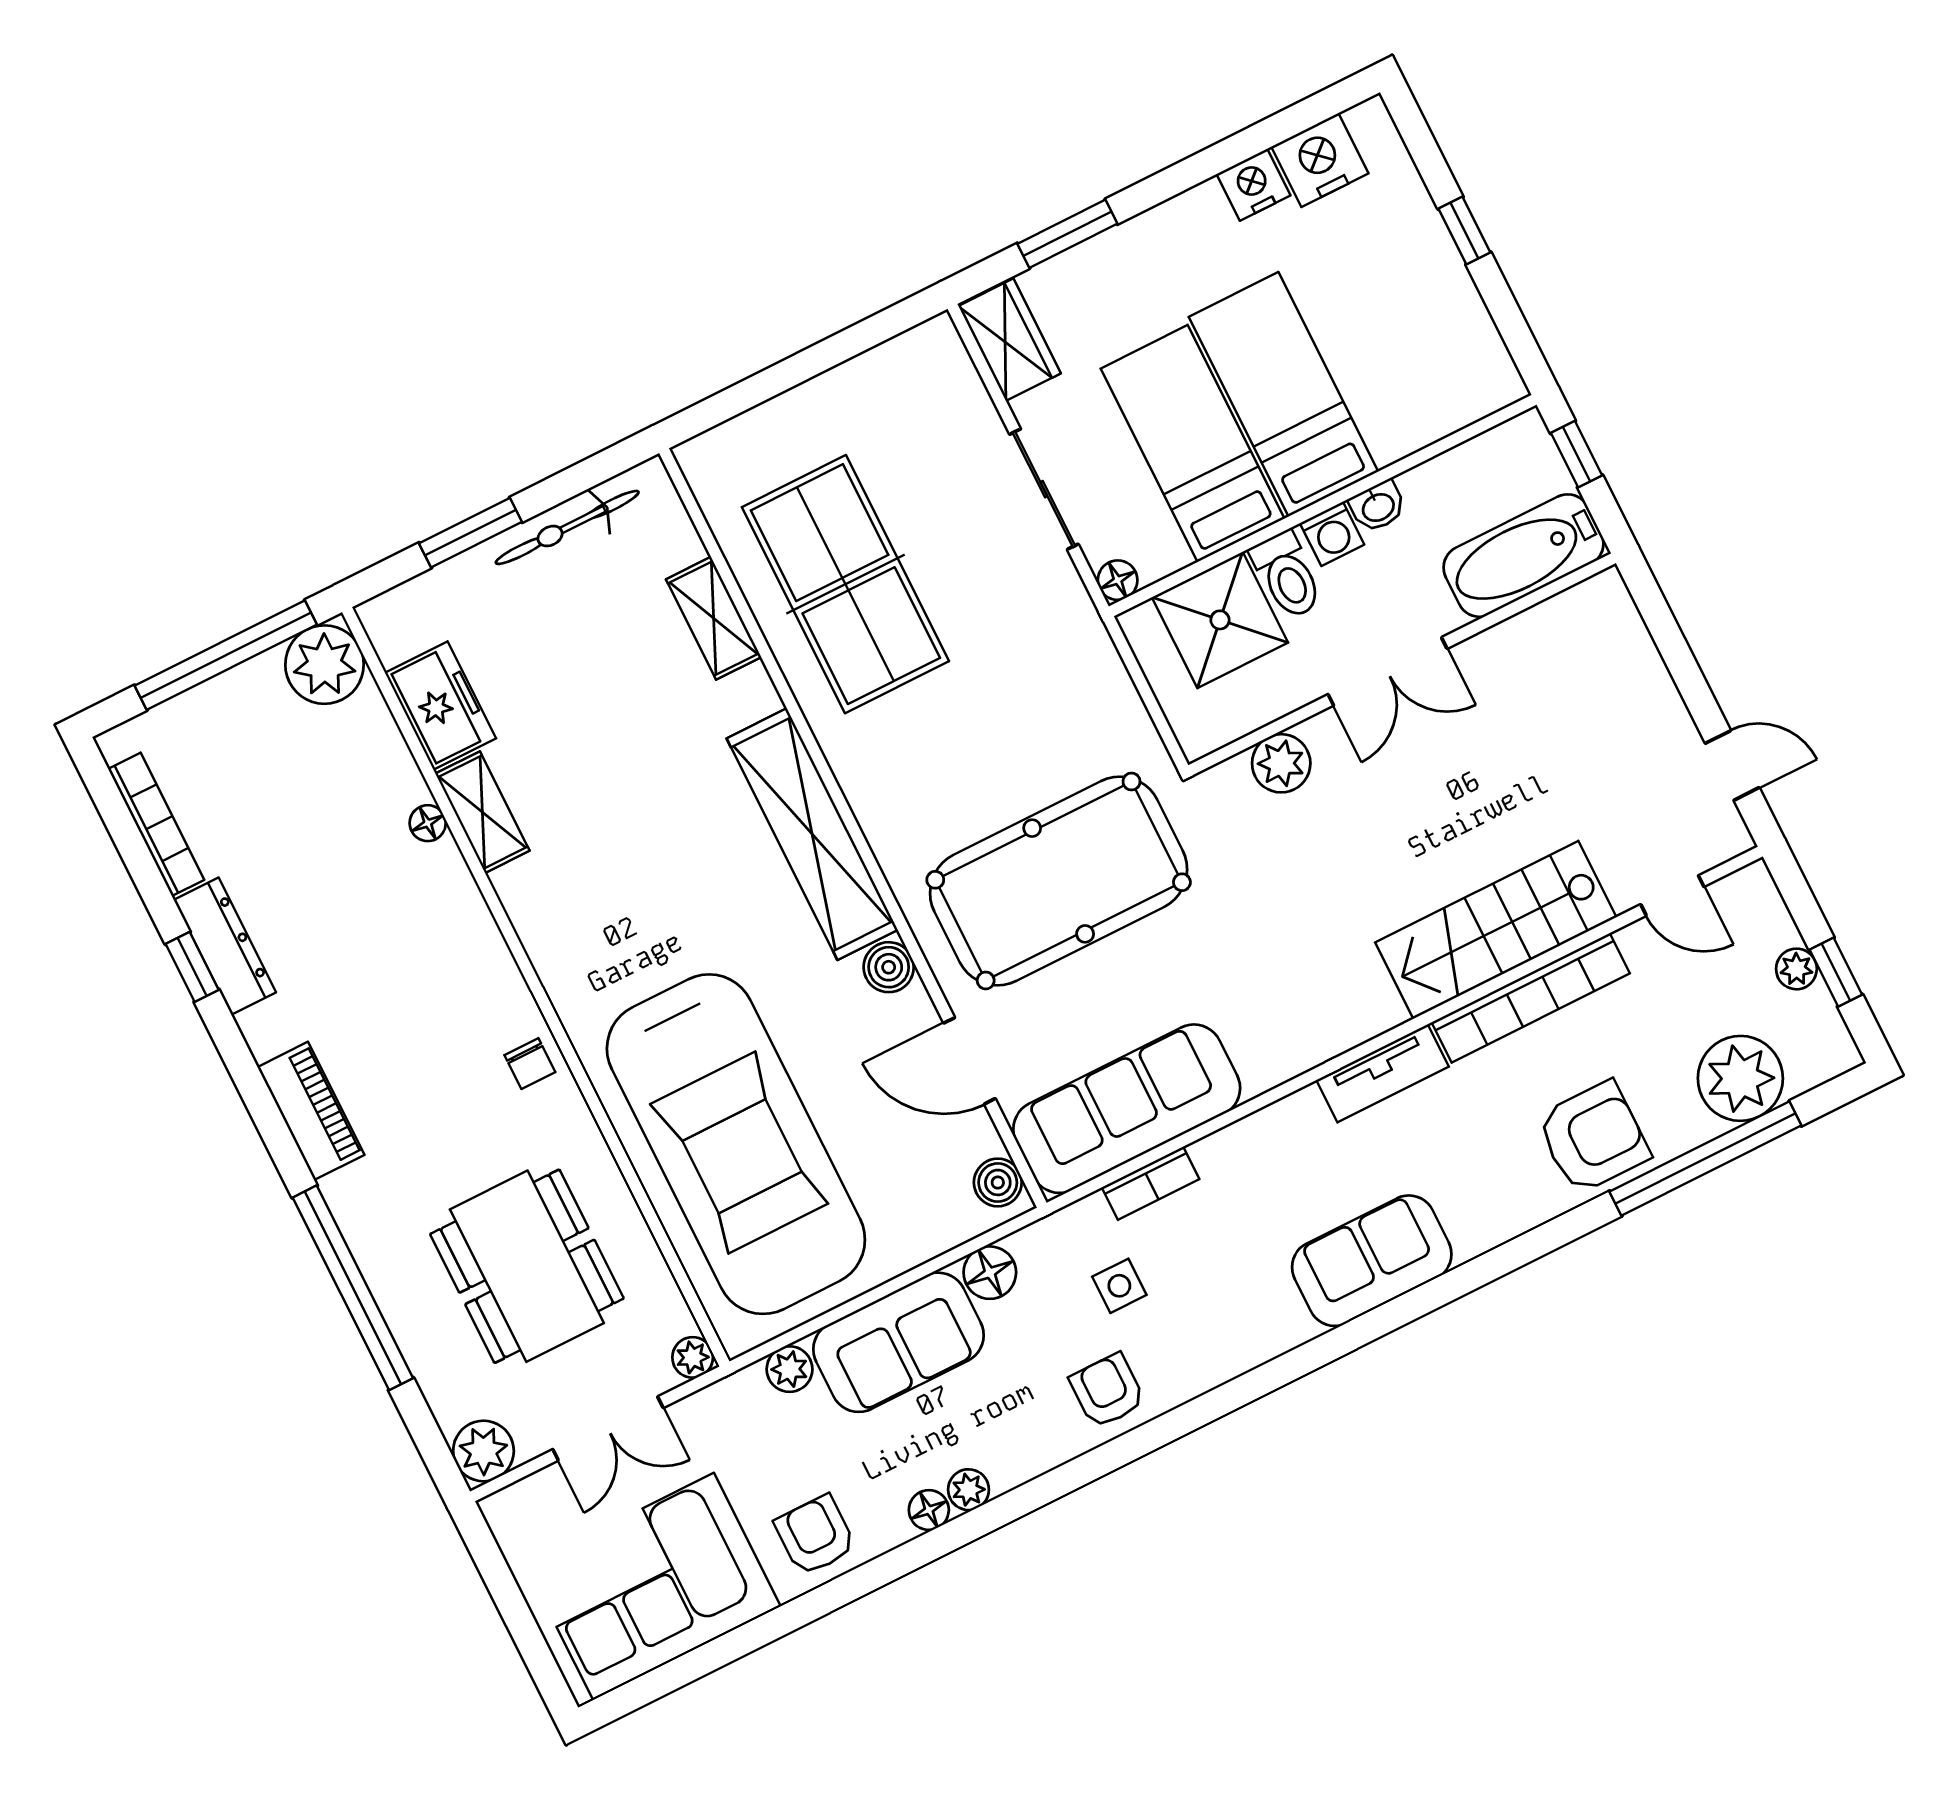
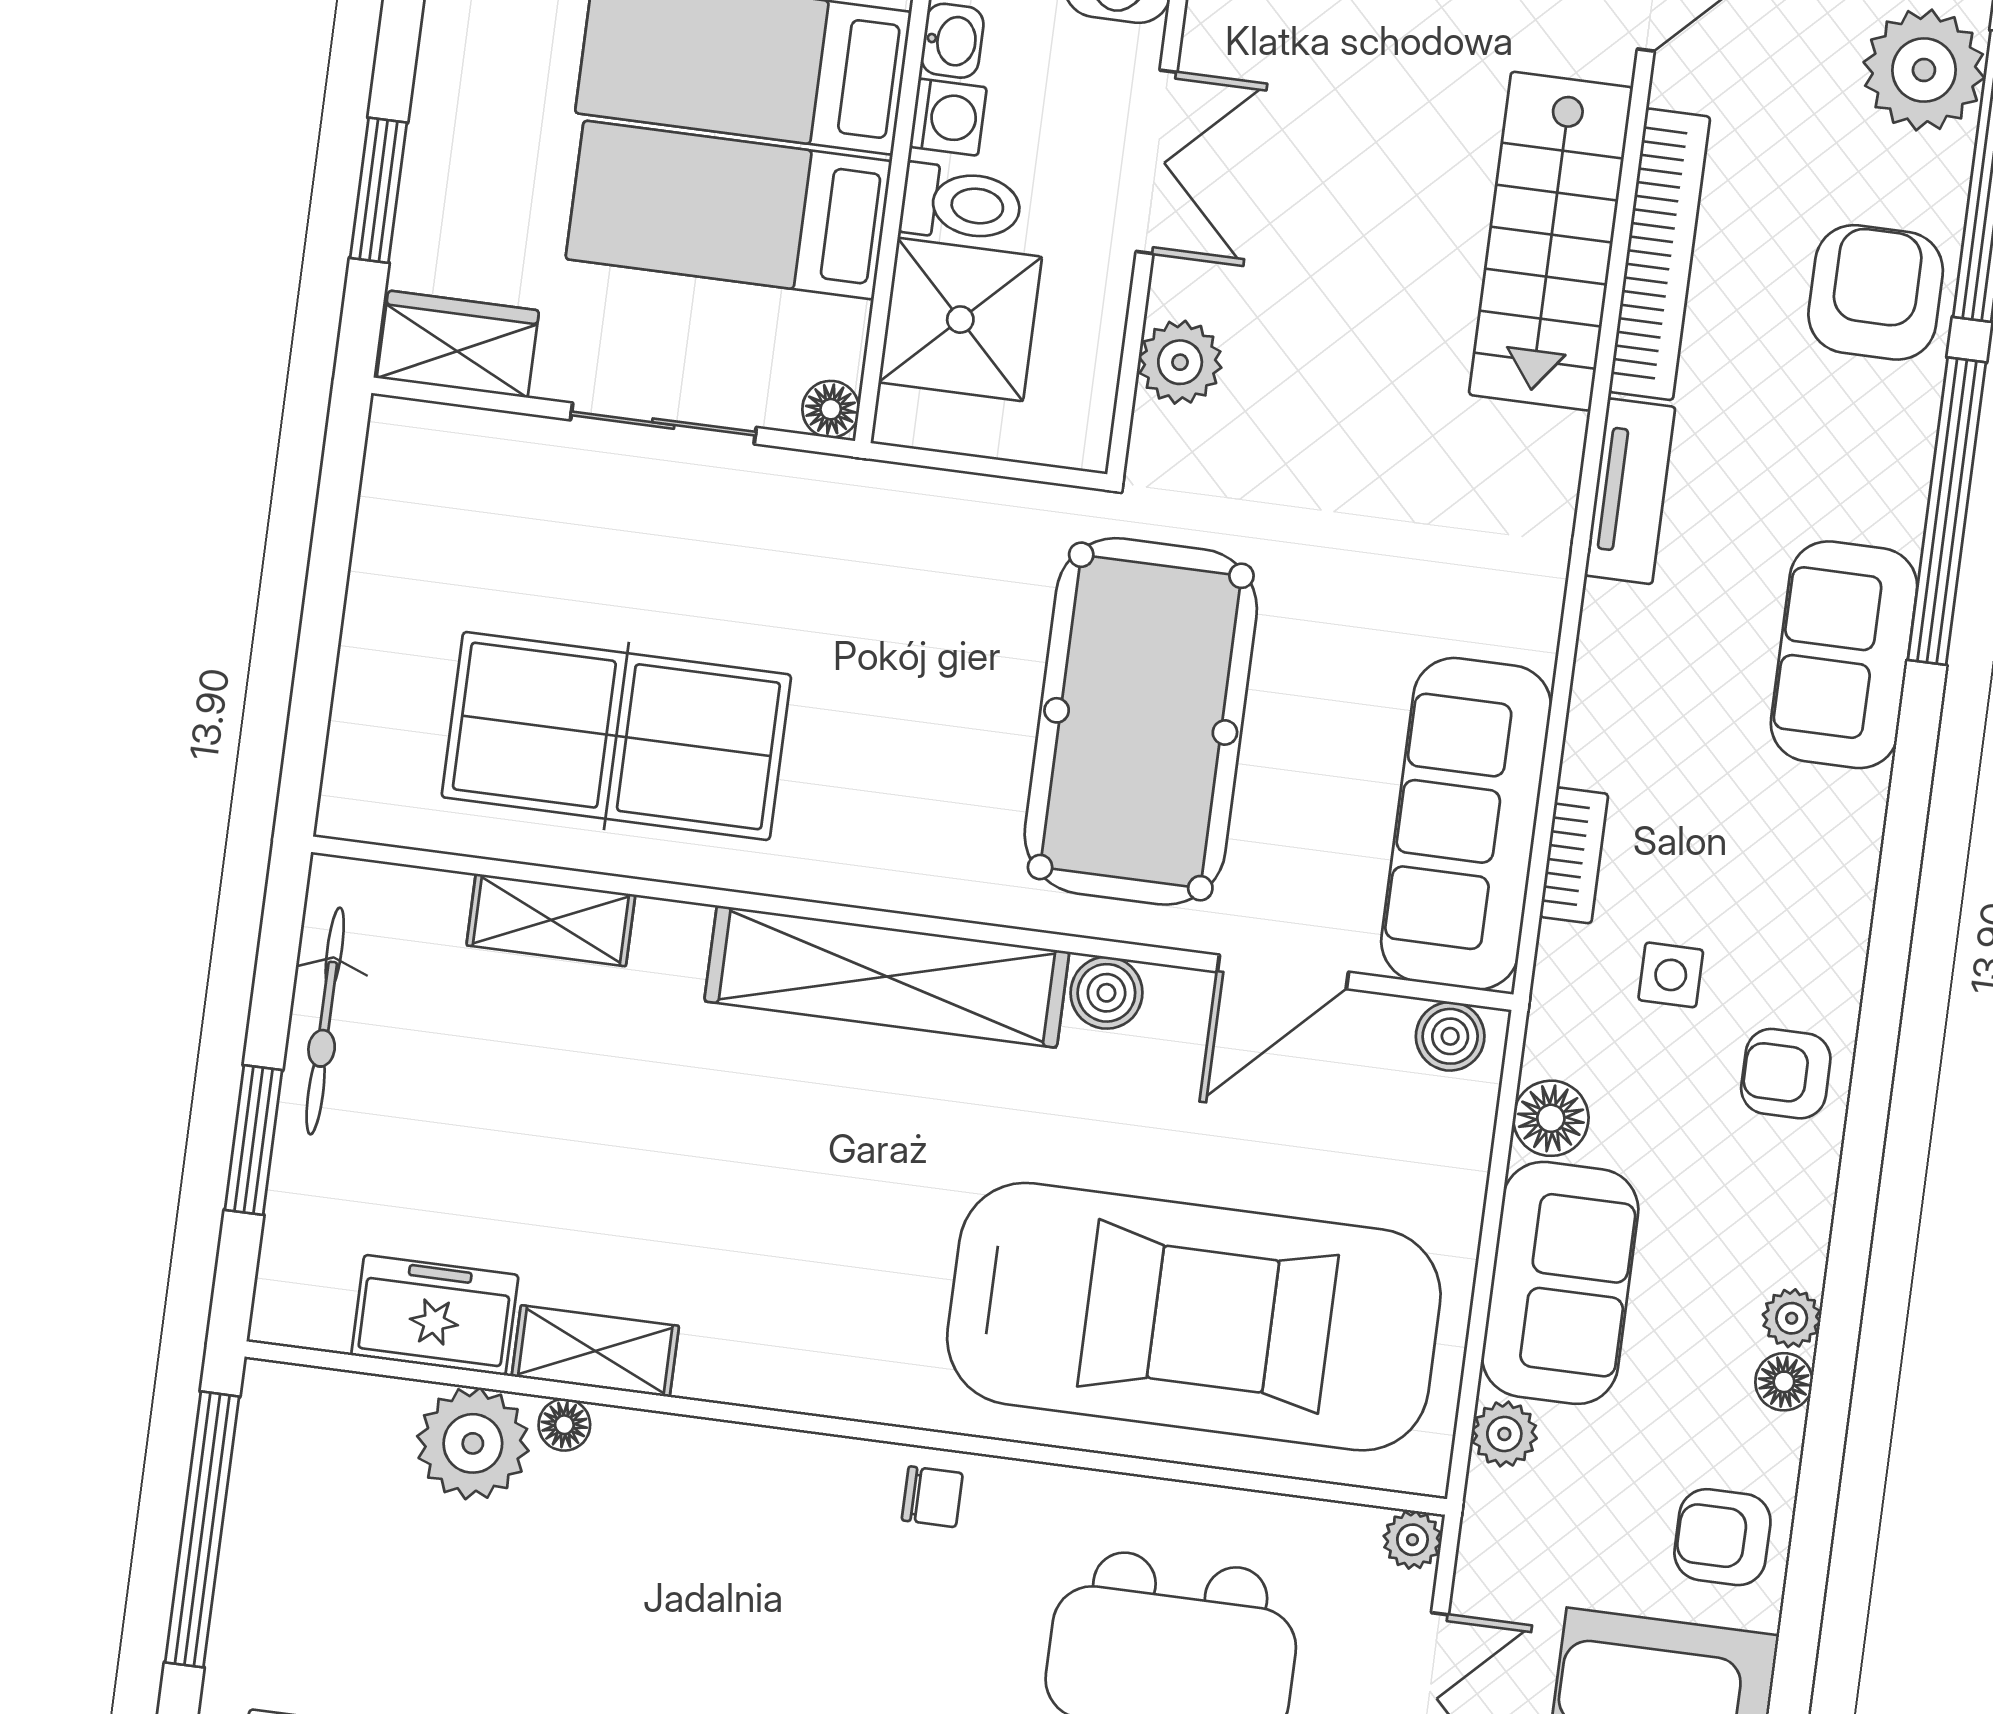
plant: (325, 665) -> (473, 1443), moved
window: (1495, 1264) -> (1947, 511), added

